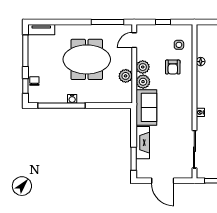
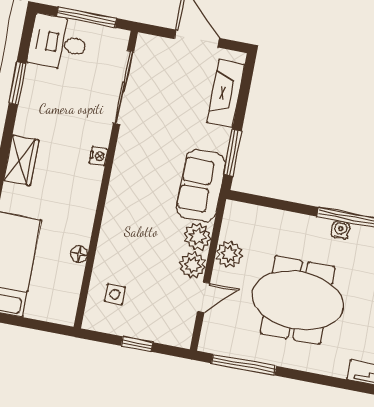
door: (134, 40) -> (204, 297), moved
armchair: (173, 67) -> (135, 254), removed
fireplace: (143, 143) -> (226, 93), moved
window: (134, 159) -> (233, 153), moved

